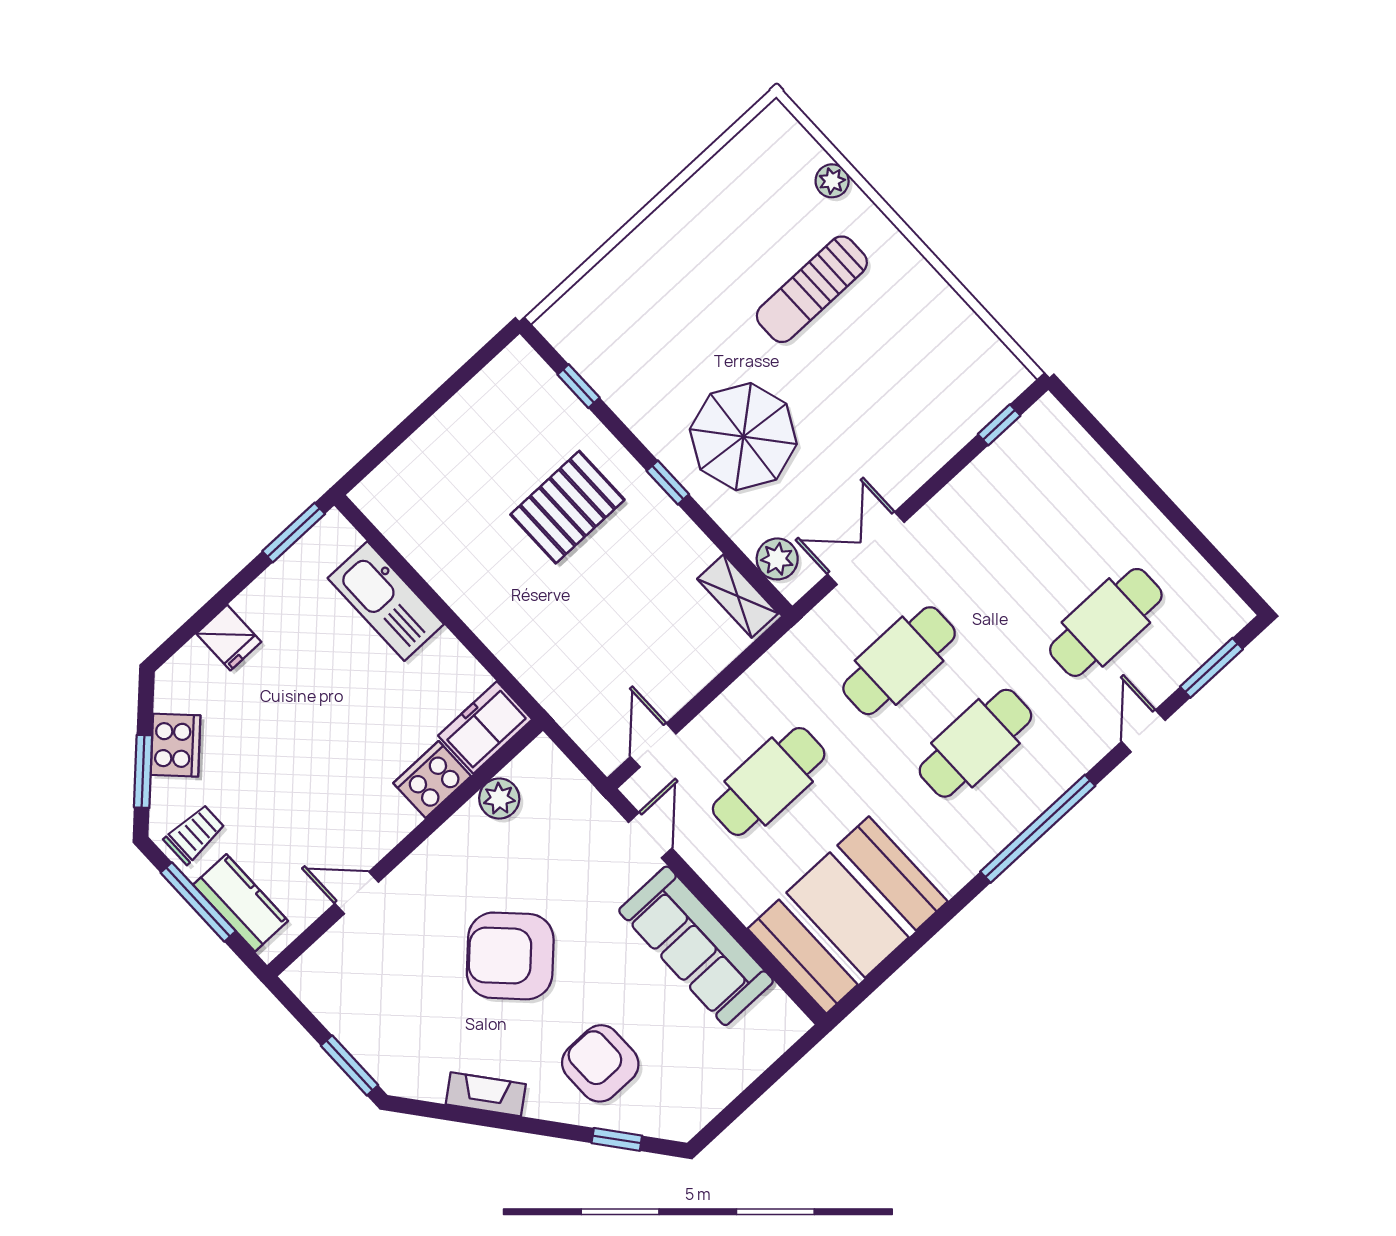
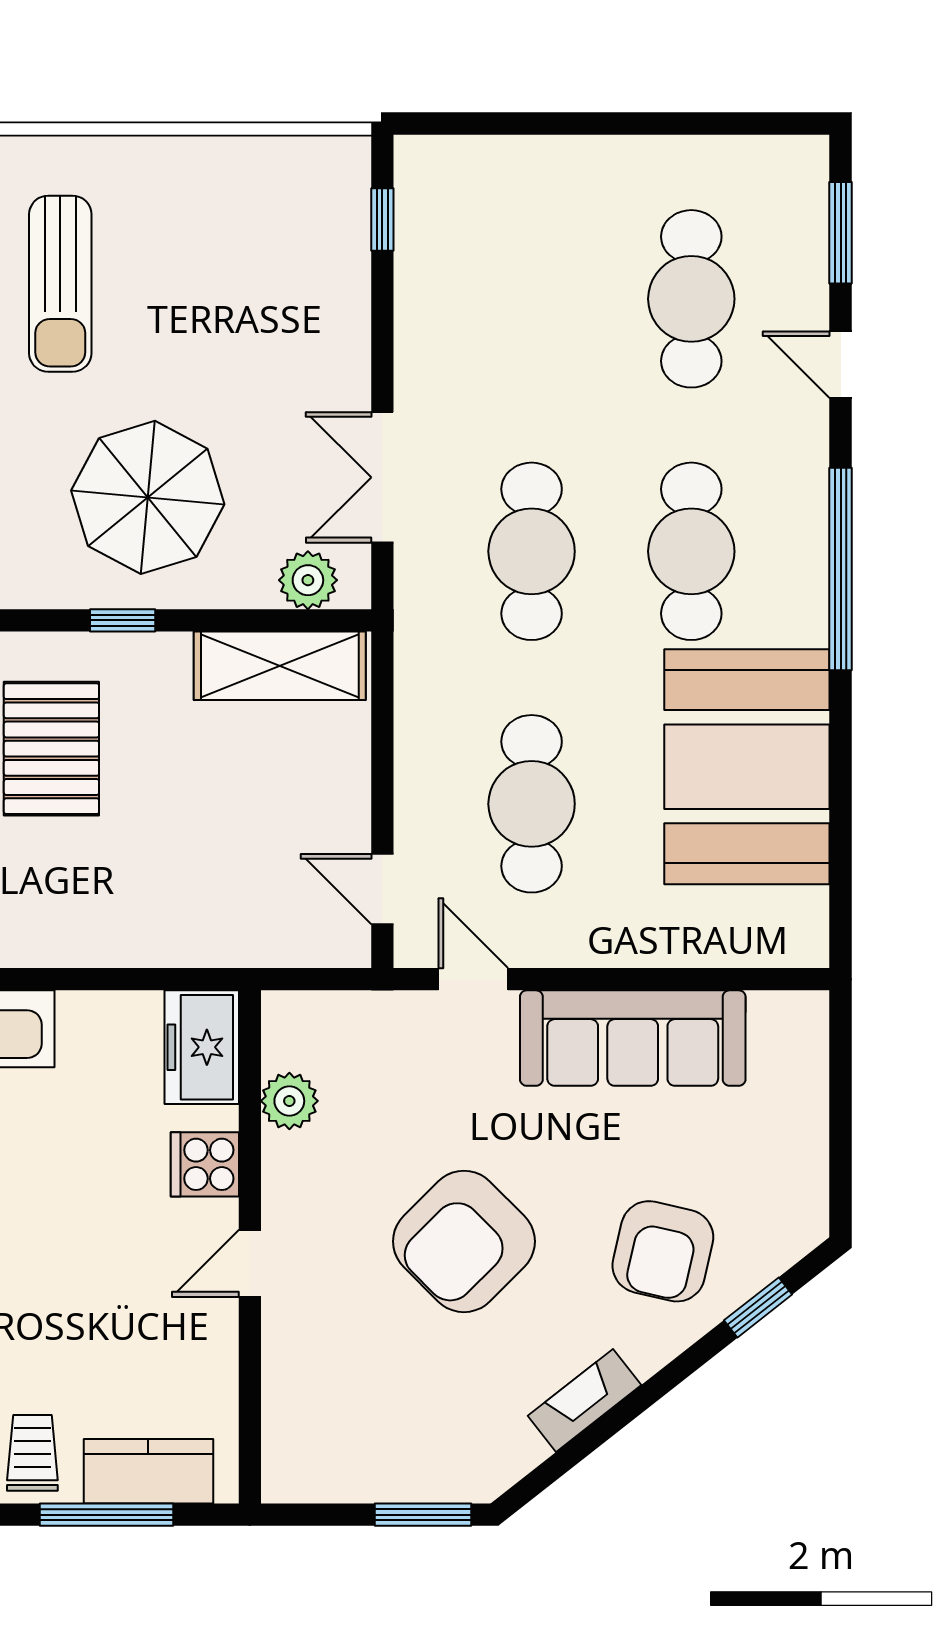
shelving: (738, 596) -> (280, 666), width x1.50, depth x1.33
cooker: (432, 780) -> (205, 1164), width x0.73
door: (357, 893) -> (250, 1263), moved
booth: (848, 915) -> (747, 767), moved
armchair: (600, 1063) -> (663, 1251), turned -77

